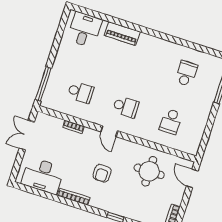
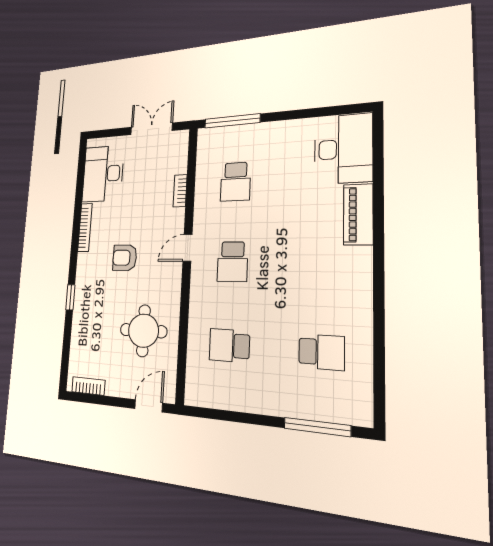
desk: (85, 30) -> (343, 149), width x1.37

